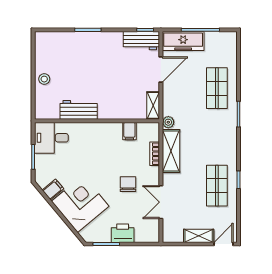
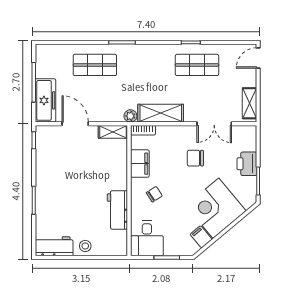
workbench: (141, 41) -> (54, 246), moved, turned -90
filing cabinet: (129, 131) -> (140, 164), width x2.00
chair: (94, 145) -> (154, 194), added
bookcase: (155, 154) -> (143, 130), moved
shelving: (199, 236) -> (250, 103), moved
door: (224, 244) -> (258, 58), hinge flipped

